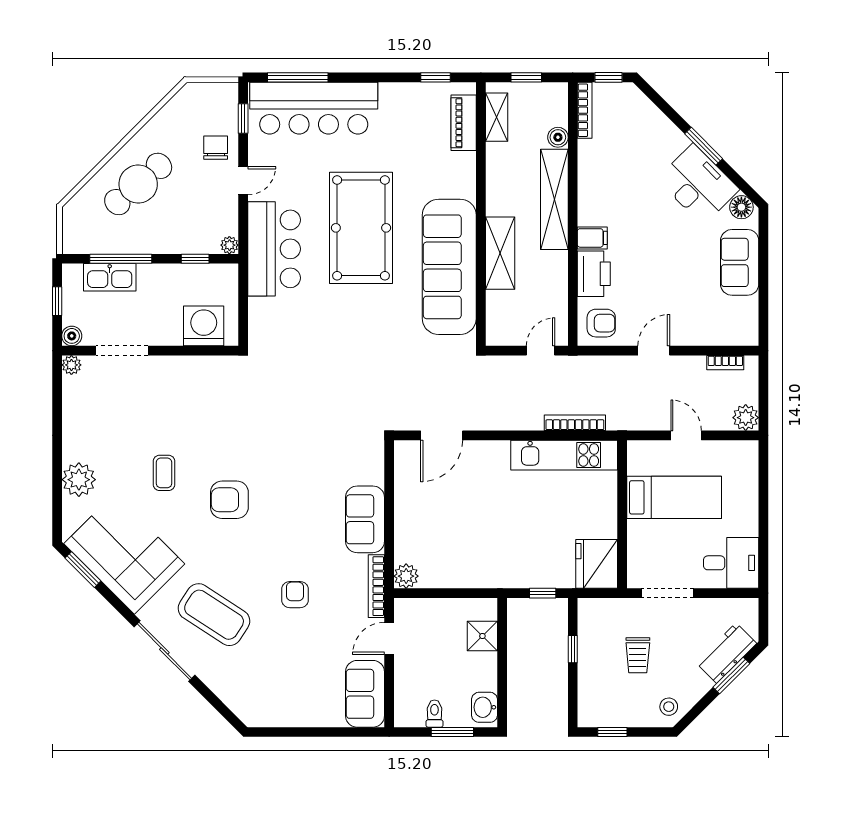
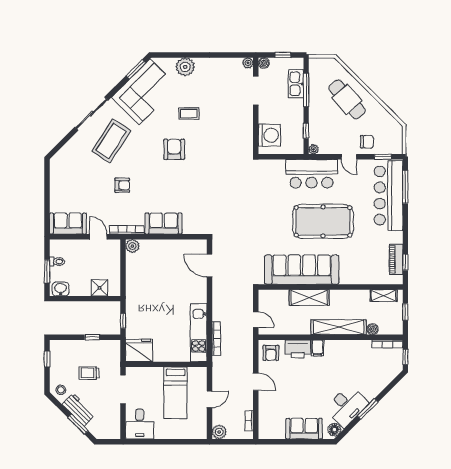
piano: (464, 123) -> (396, 259), moved, turned -90
workbench: (726, 653) -> (79, 410), moved

